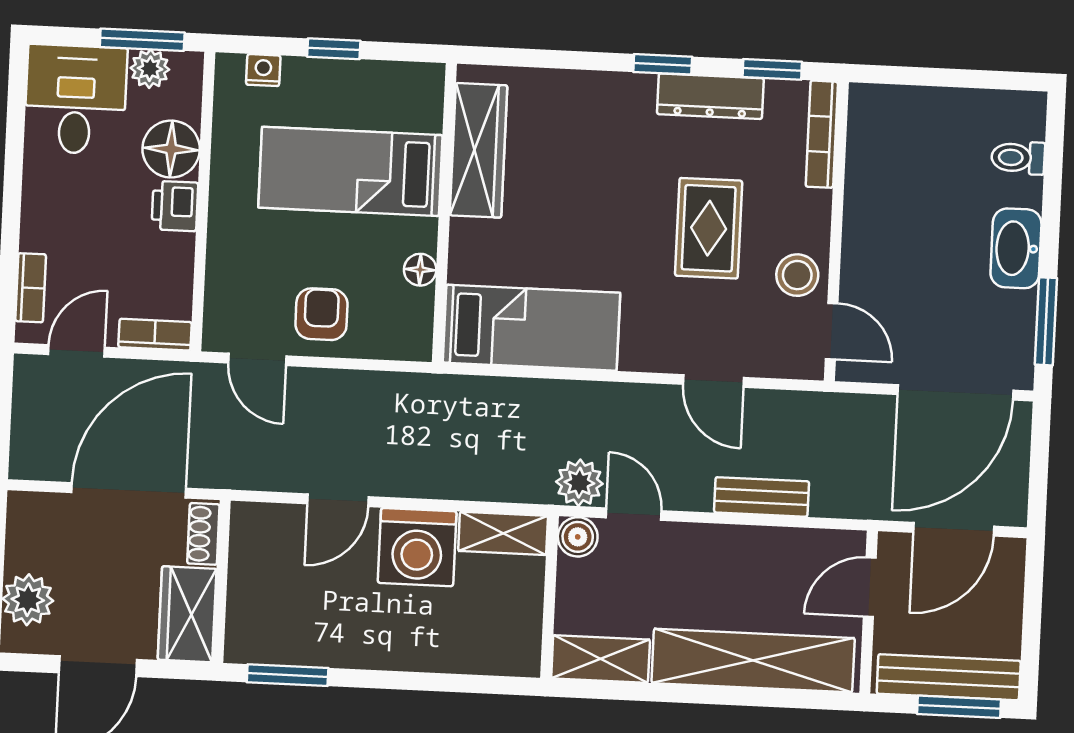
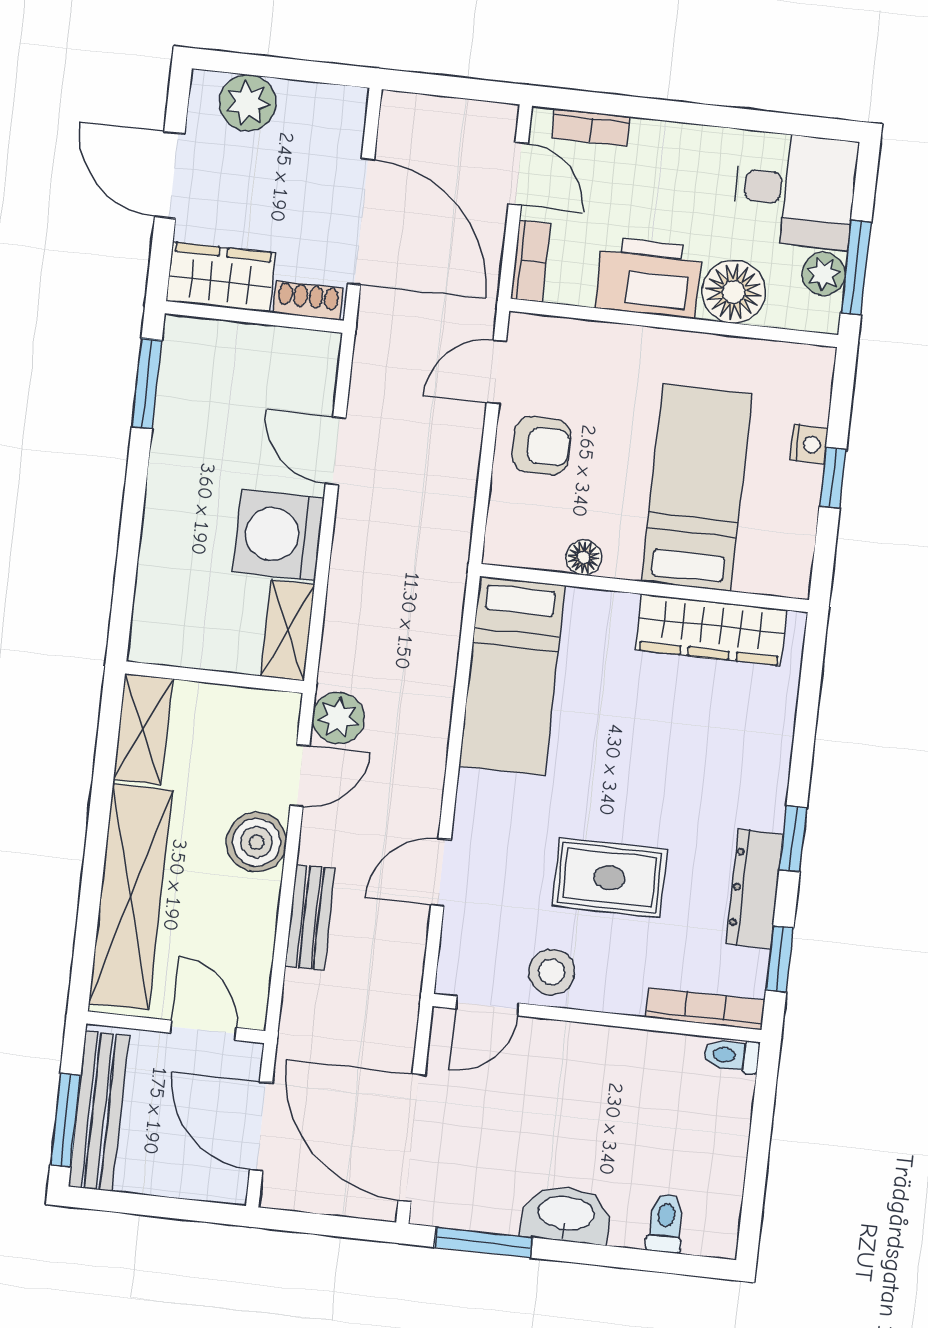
nightstand: (263, 70) -> (809, 444), moved
toilet: (863, 107) -> (732, 1056), added
printer: (175, 206) -> (649, 278), width x1.87, depth x1.48
boiler: (578, 537) -> (256, 842), moved, width x1.36, depth x1.36

